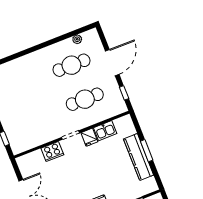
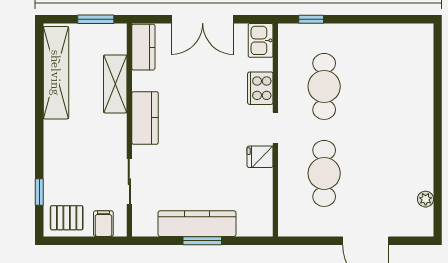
cafe table: (71, 65) -> (324, 86), moved
window: (124, 93) -> (310, 241), removed
kitchen sink: (105, 131) -> (261, 40), moved

